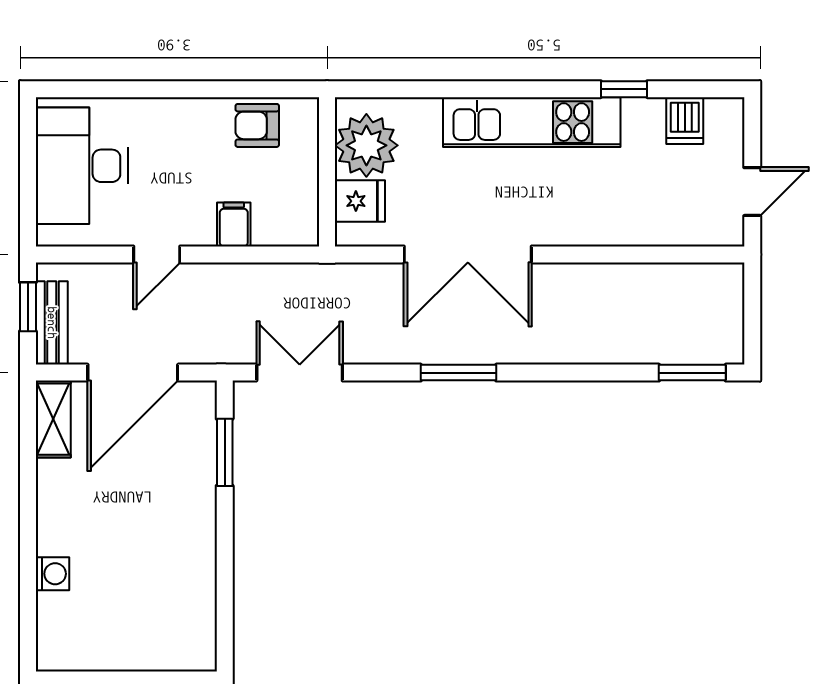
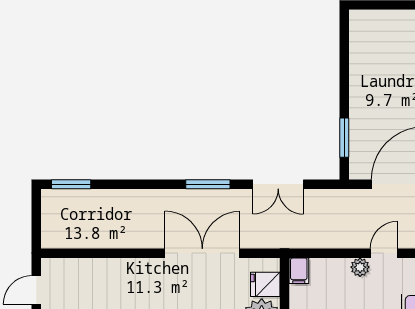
filing cabinet: (234, 225) -> (299, 271), moved
plant: (198, 230) -> (360, 267), added
double door: (300, 373) -> (278, 184), moved

